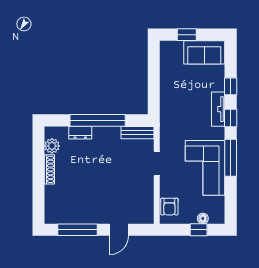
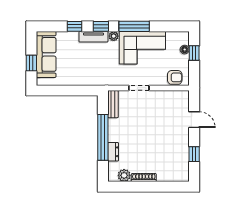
sofa: (204, 52) -> (46, 54), width x1.36
plant: (219, 133) -> (114, 36), added
window: (77, 230) -> (194, 154), width x0.46

